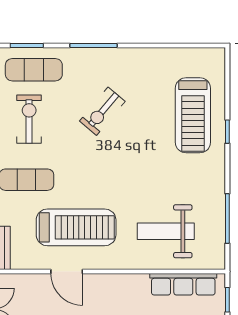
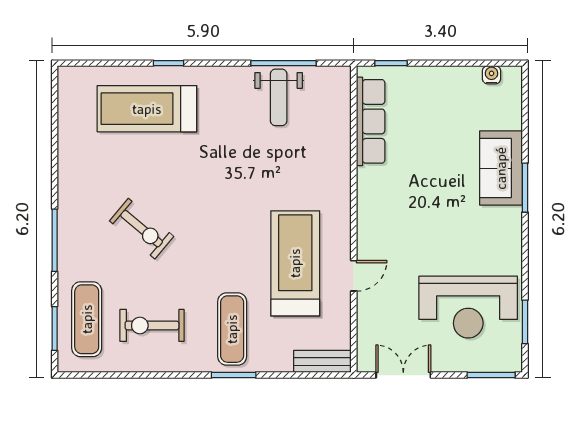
treadmill: (193, 115) -> (147, 109), turned 180
weight bench: (166, 231) -> (279, 97), moved, width x0.73, depth x0.75
door: (67, 272) -> (354, 276), width x0.73

